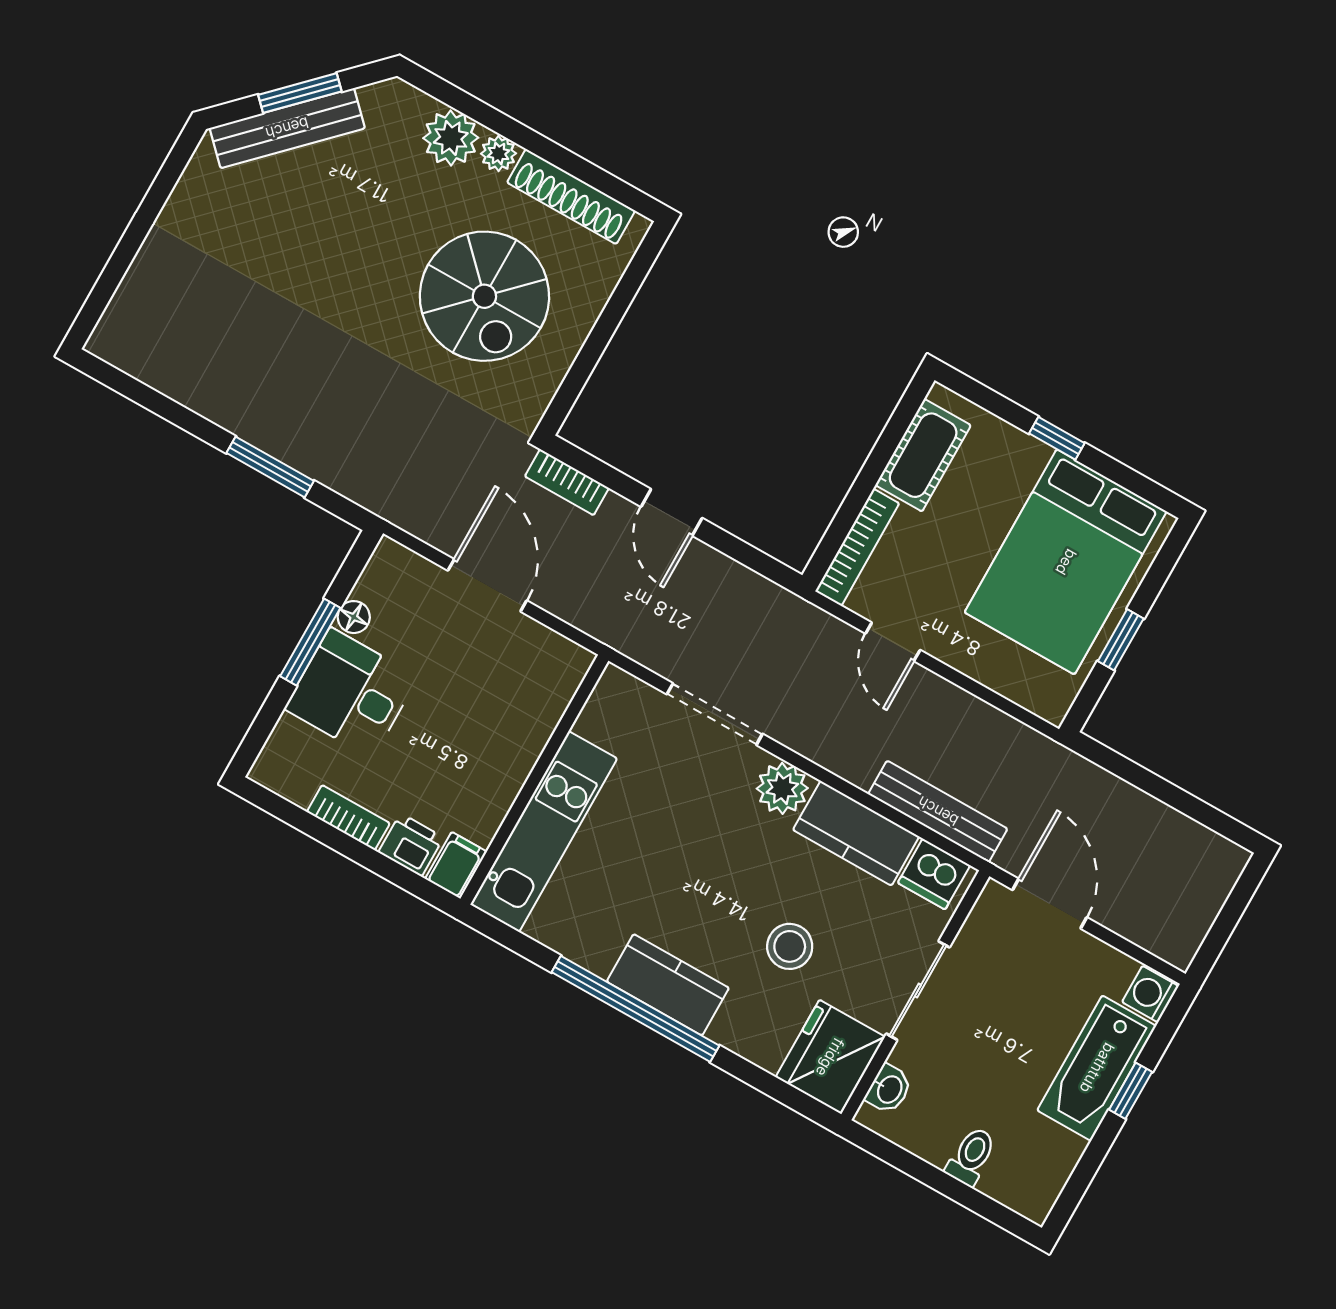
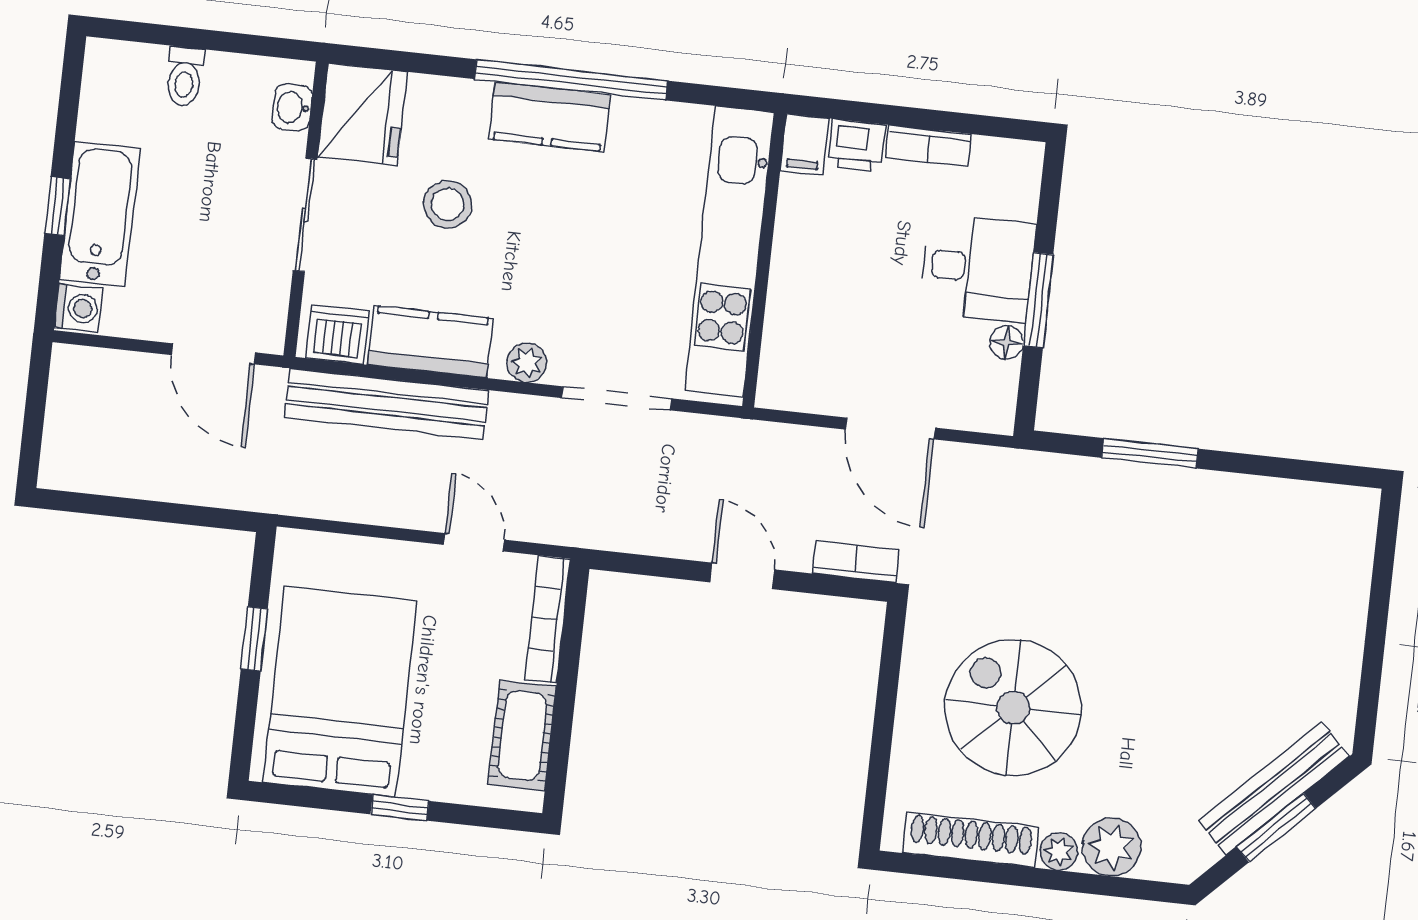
plant: (782, 788) -> (527, 363), width x0.73, depth x0.73
bench: (938, 811) -> (386, 404), width x1.37, depth x1.21
kitchen unit: (544, 832) -> (729, 252), width x1.36

